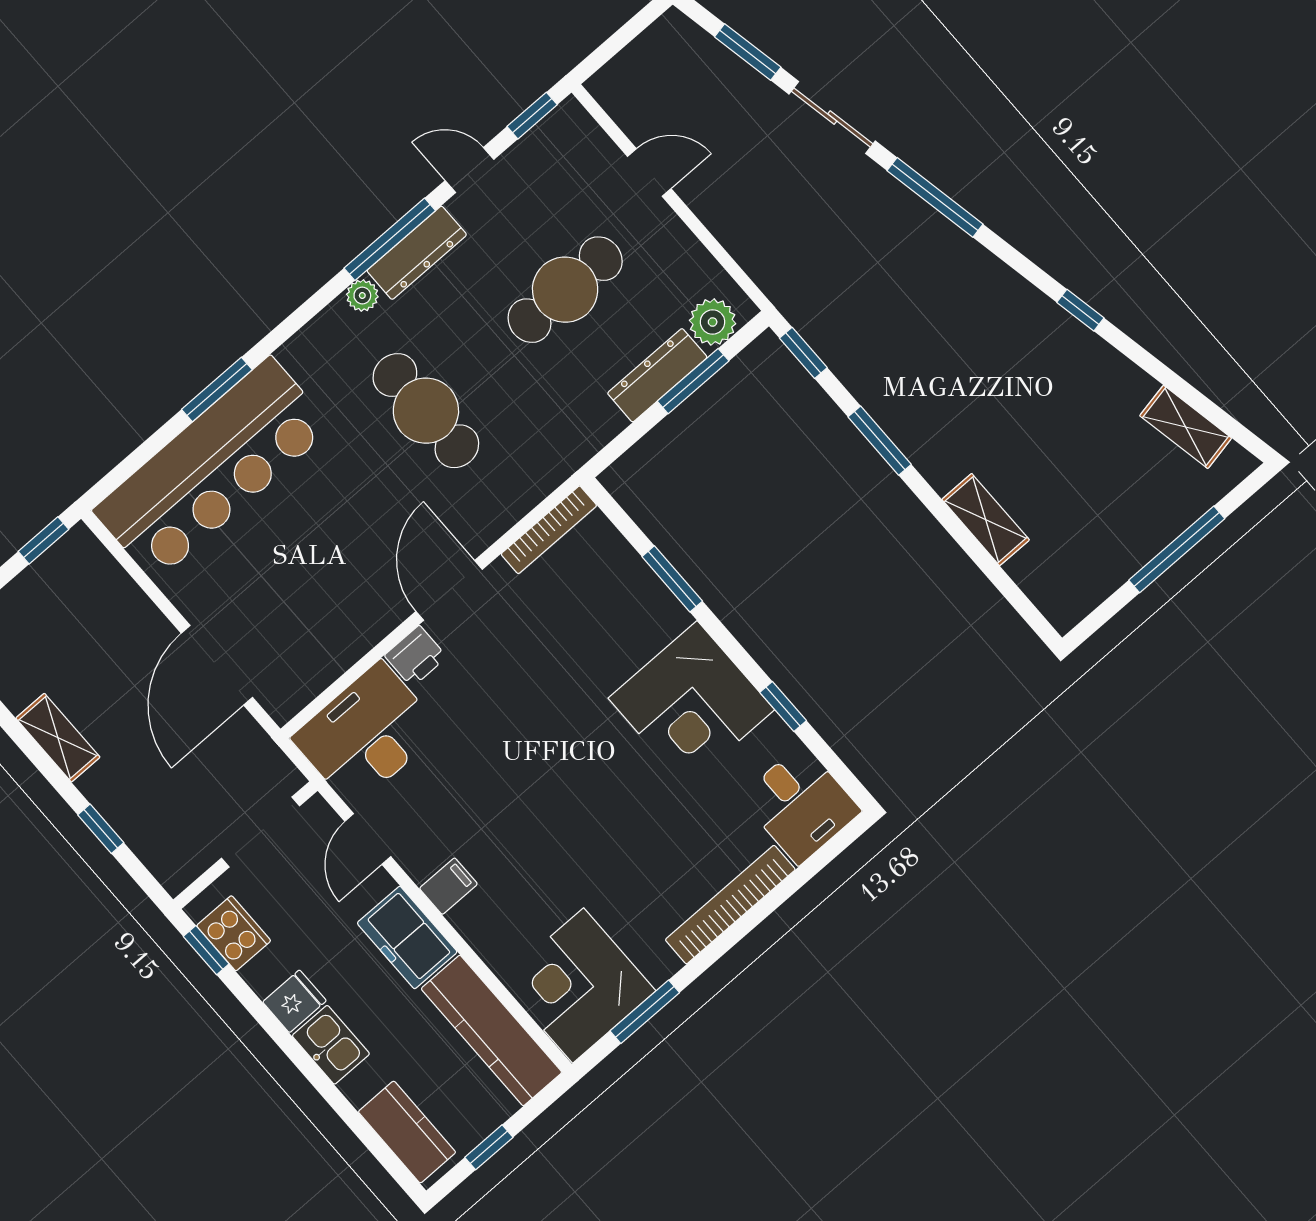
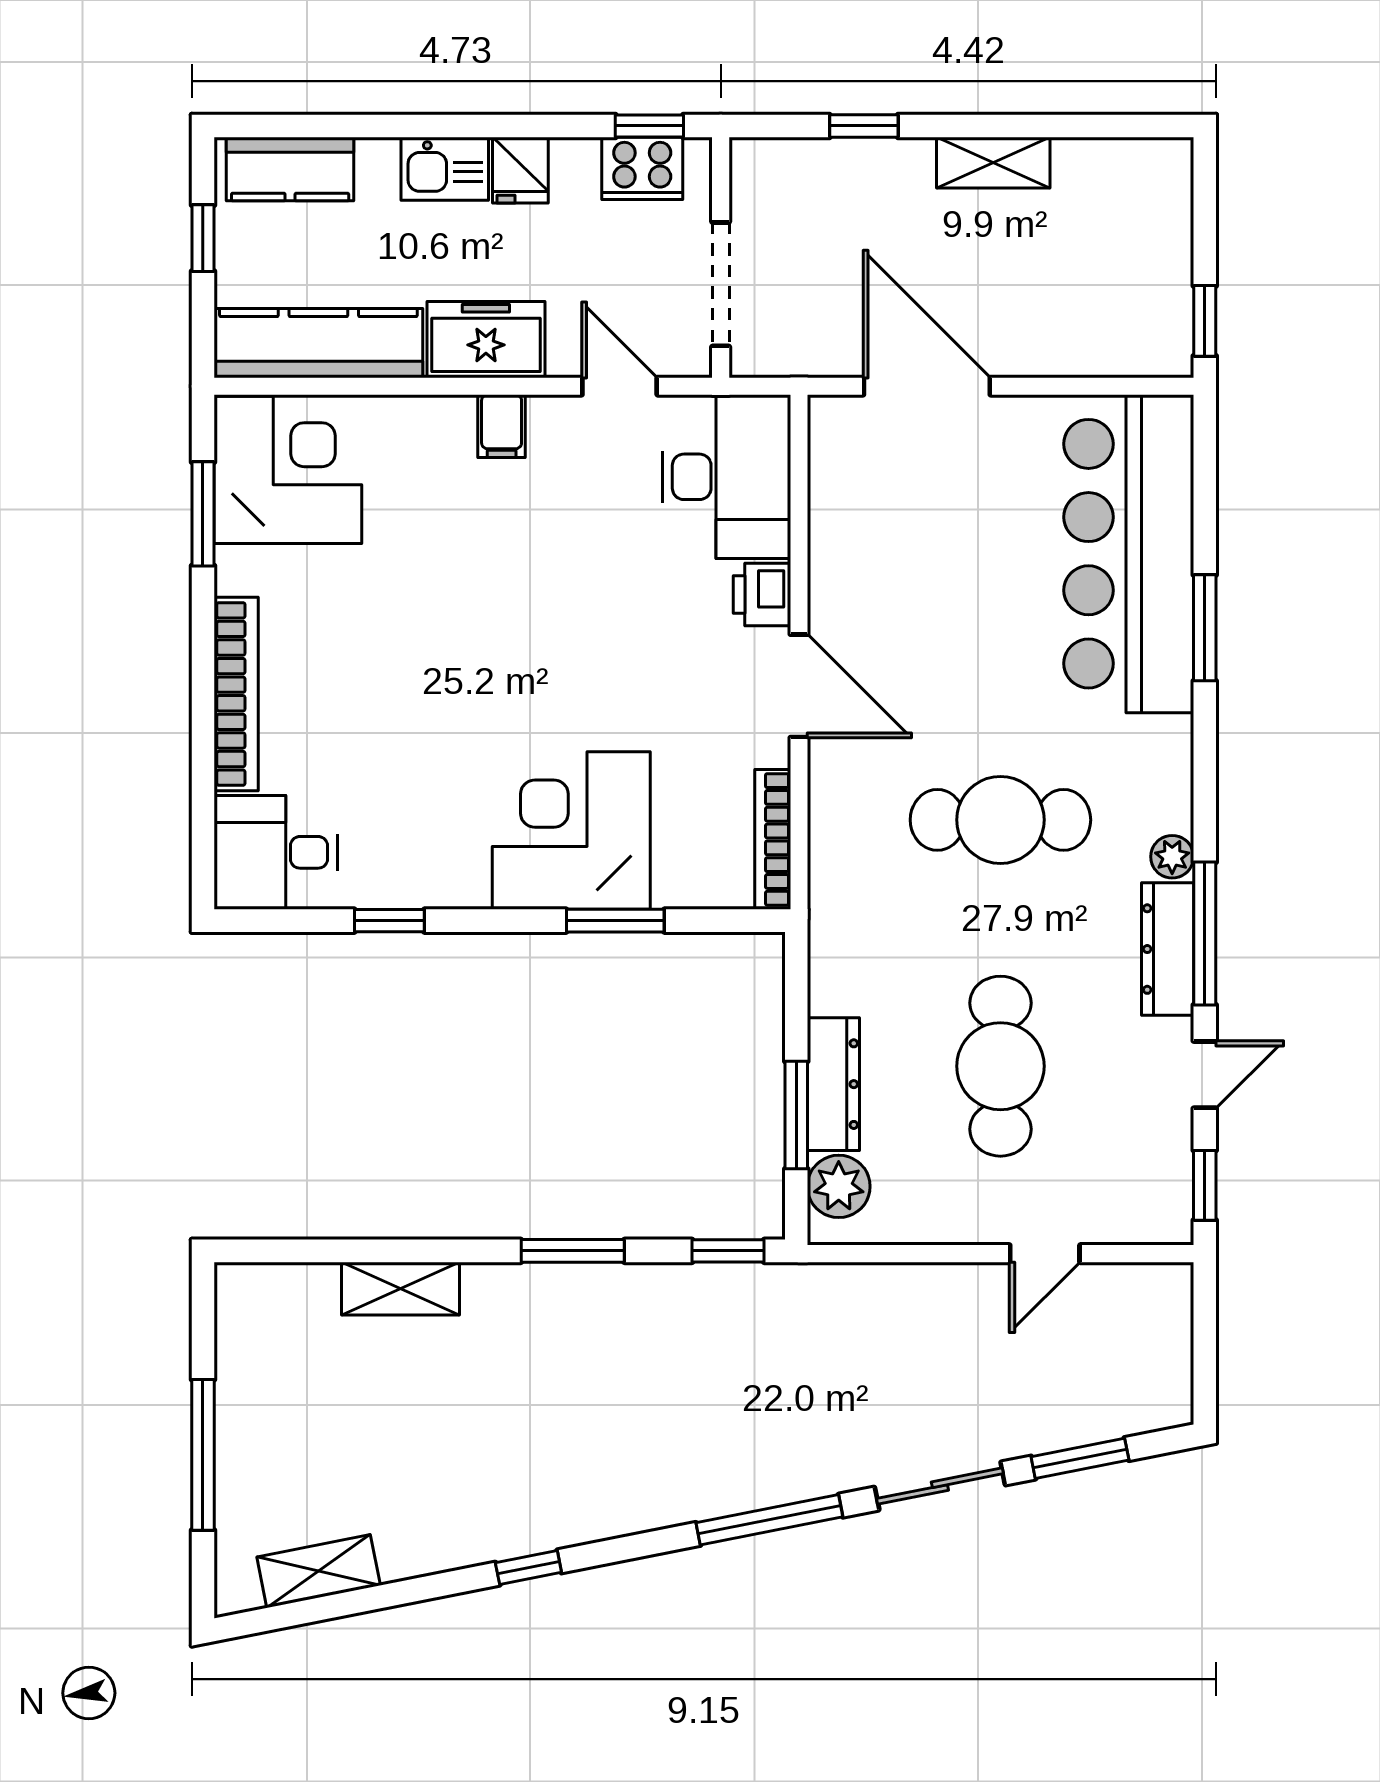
corner desk: (691, 704) -> (571, 830), moved

